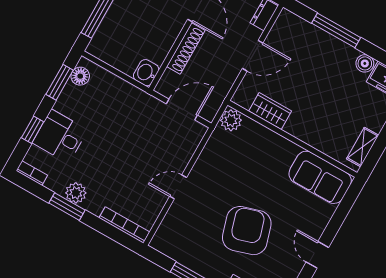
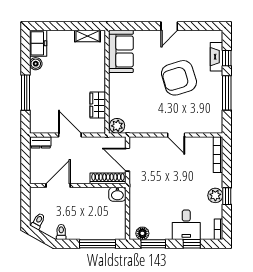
shoe rack: (186, 49) -> (108, 178), moved
window: (67, 207) -> (227, 196), width x0.67

